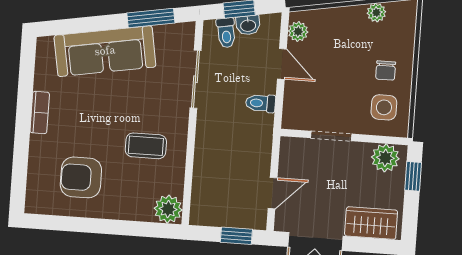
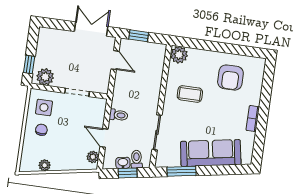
armchair: (81, 177) -> (230, 78), turned 90
door: (273, 193) -> (115, 60), swing flipped
wardrobe: (371, 223) -> (57, 38), removed

